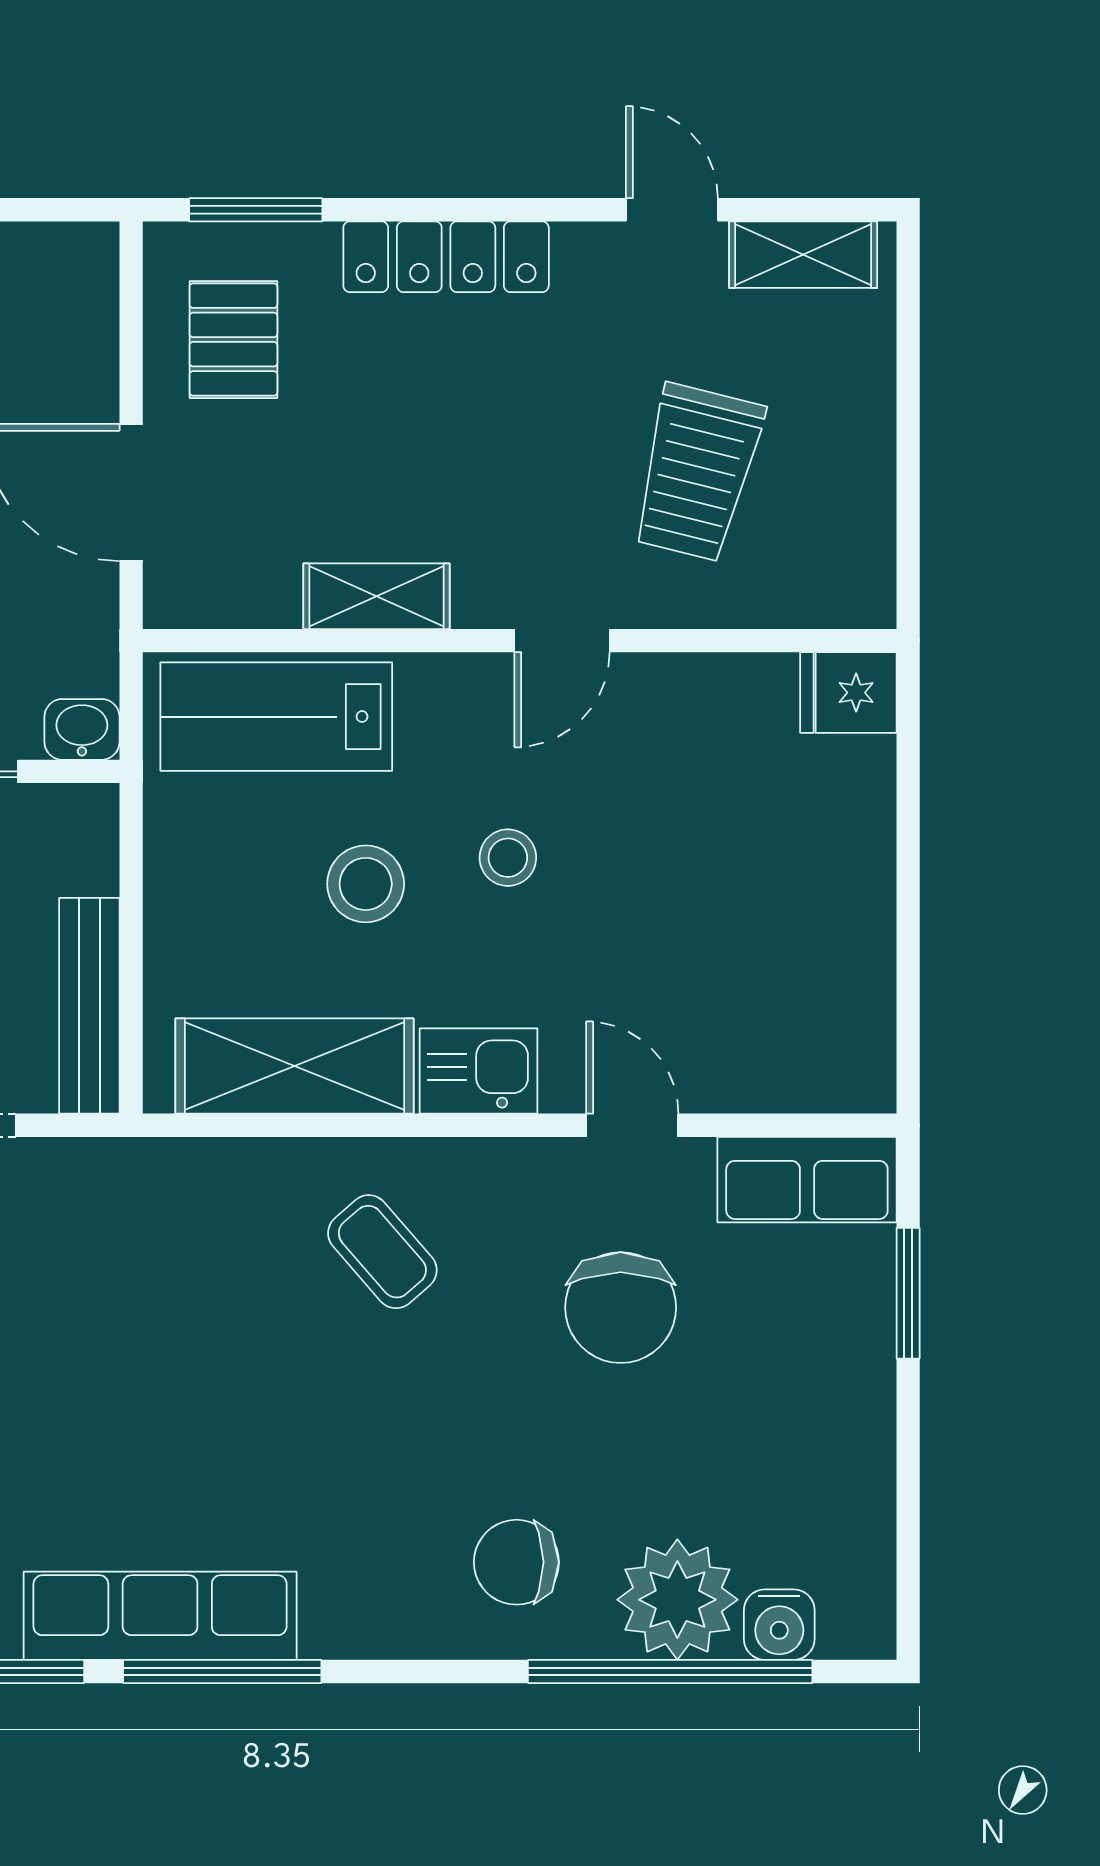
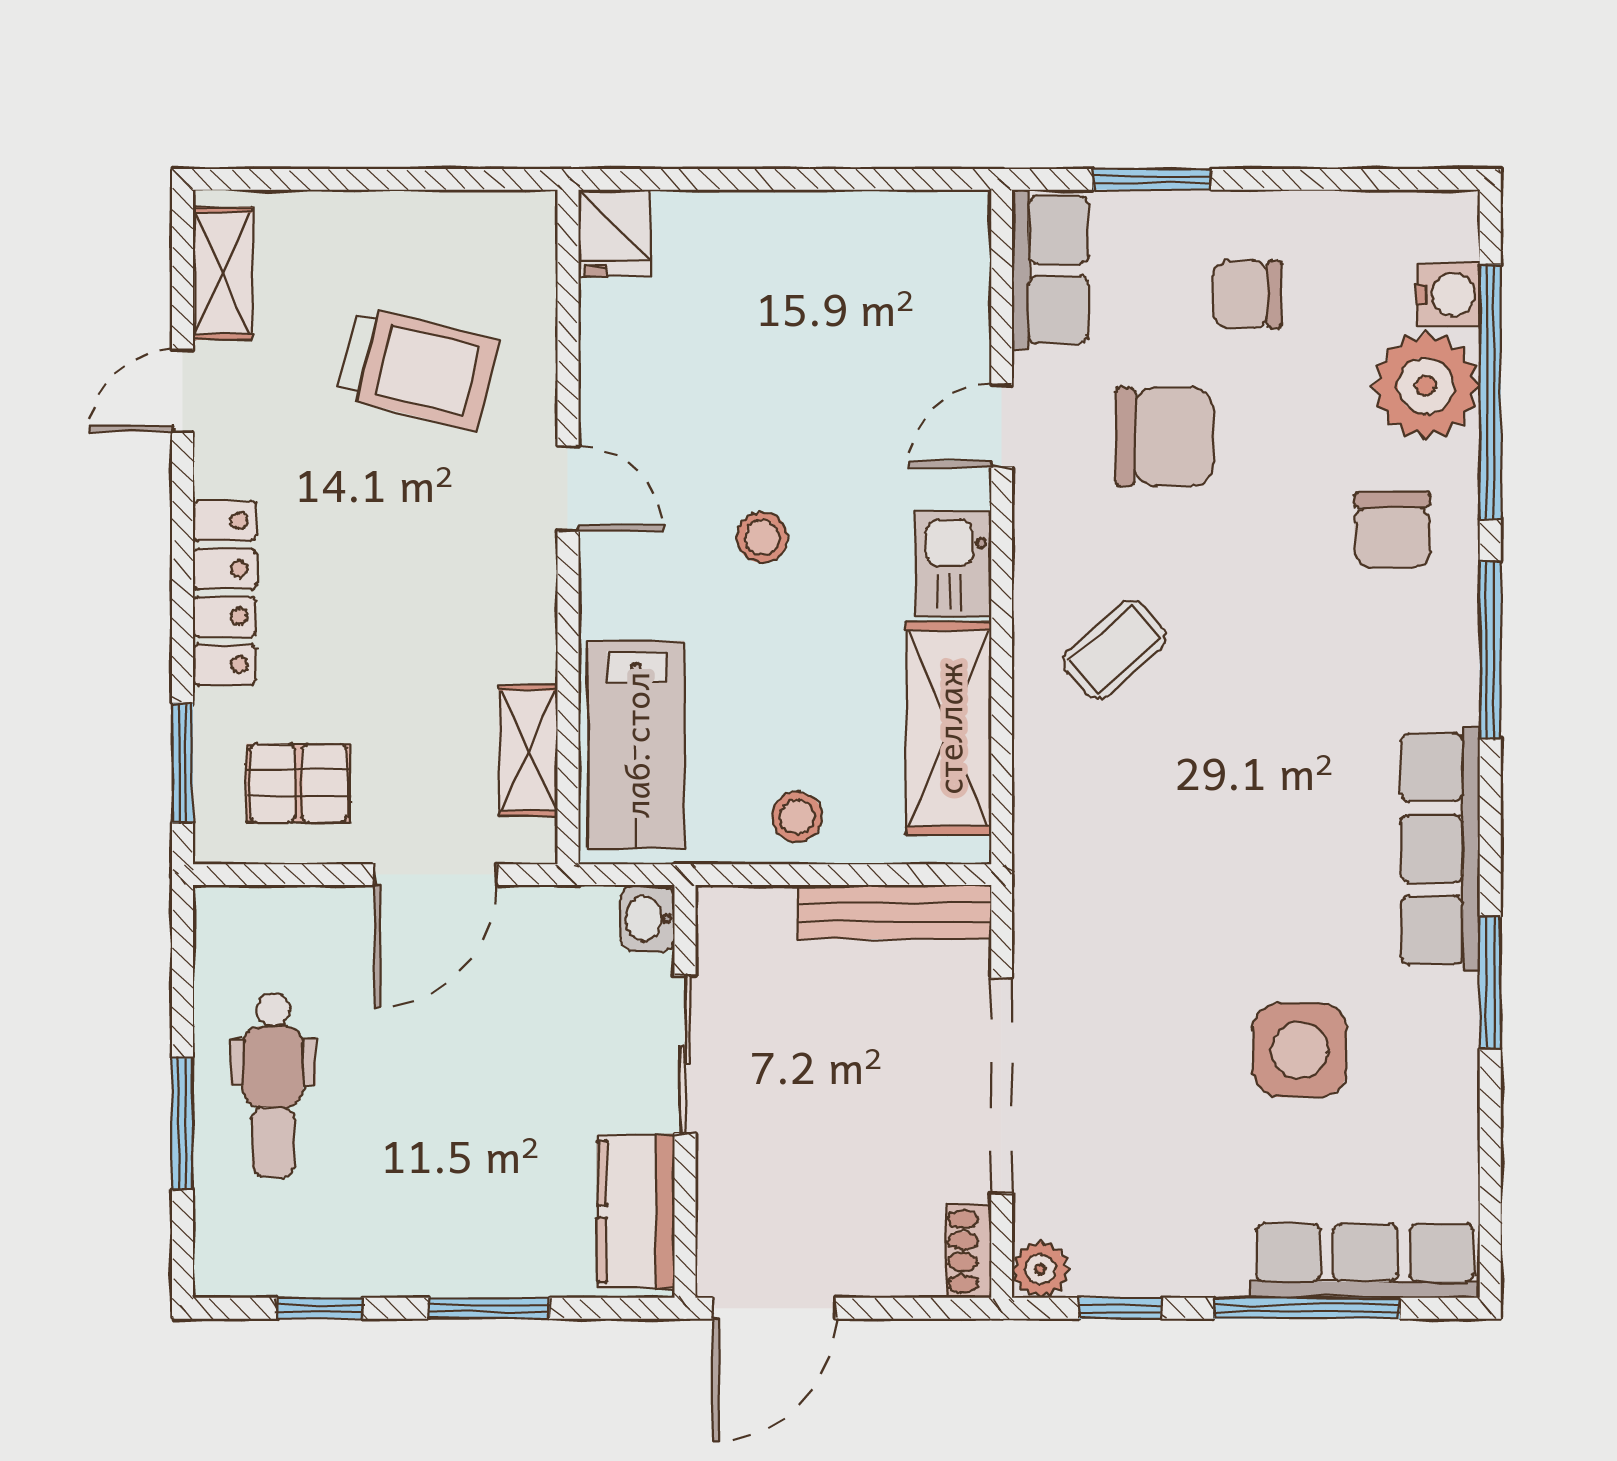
shelving: (377, 596) -> (528, 750), moved
stool: (366, 884) -> (797, 817), moved, width x0.73, depth x0.73
chair: (780, 1400) -> (1247, 294), added
window: (222, 1671) -> (1490, 650), moved

